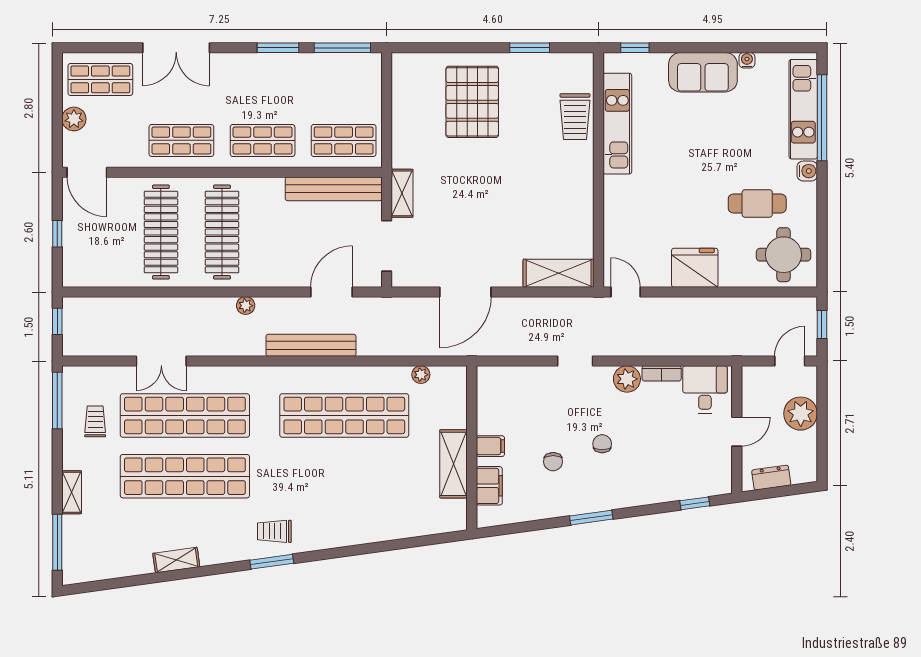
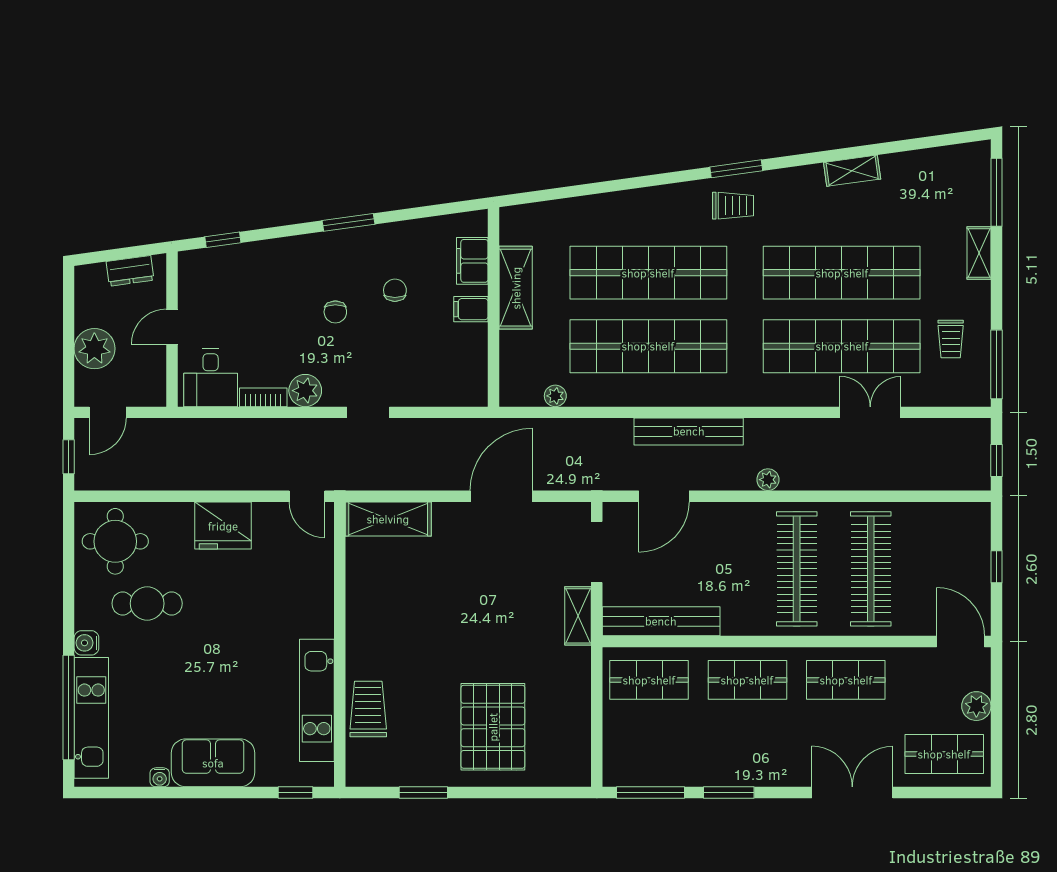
shop shelf: (344, 476) -> (648, 273), added

